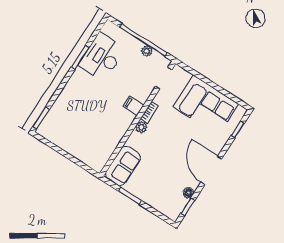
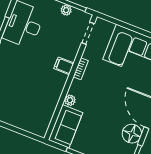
plant: (141, 127) -> (70, 100), moved
floor lamp: (188, 193) -> (132, 134), width x1.89, depth x1.89

